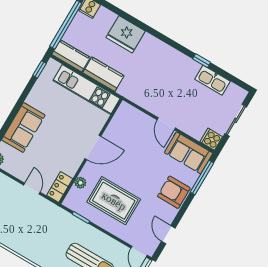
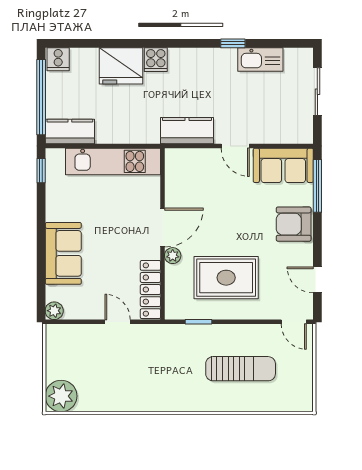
kitchen counter: (103, 74) -> (187, 131), moved
cooker: (211, 139) -> (156, 60), moved, turned -90
plant: (80, 183) -> (173, 256), moved
locker: (60, 187) -> (150, 290), width x1.53

